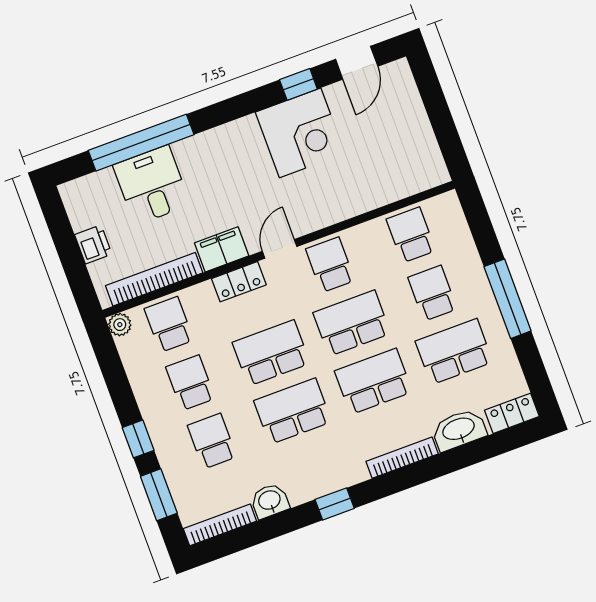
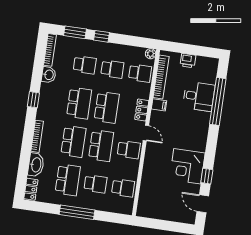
filing cabinet: (222, 249) -> (159, 105), width x0.50

